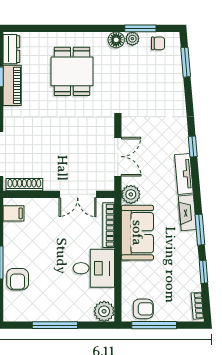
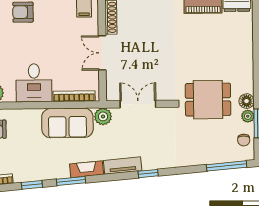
window: (186, 62) -> (227, 166), width x1.44
dining table: (72, 71) -> (208, 100), moved
double door: (118, 157) -> (138, 104), swing flipped
double door: (78, 194) -> (102, 53), moved

